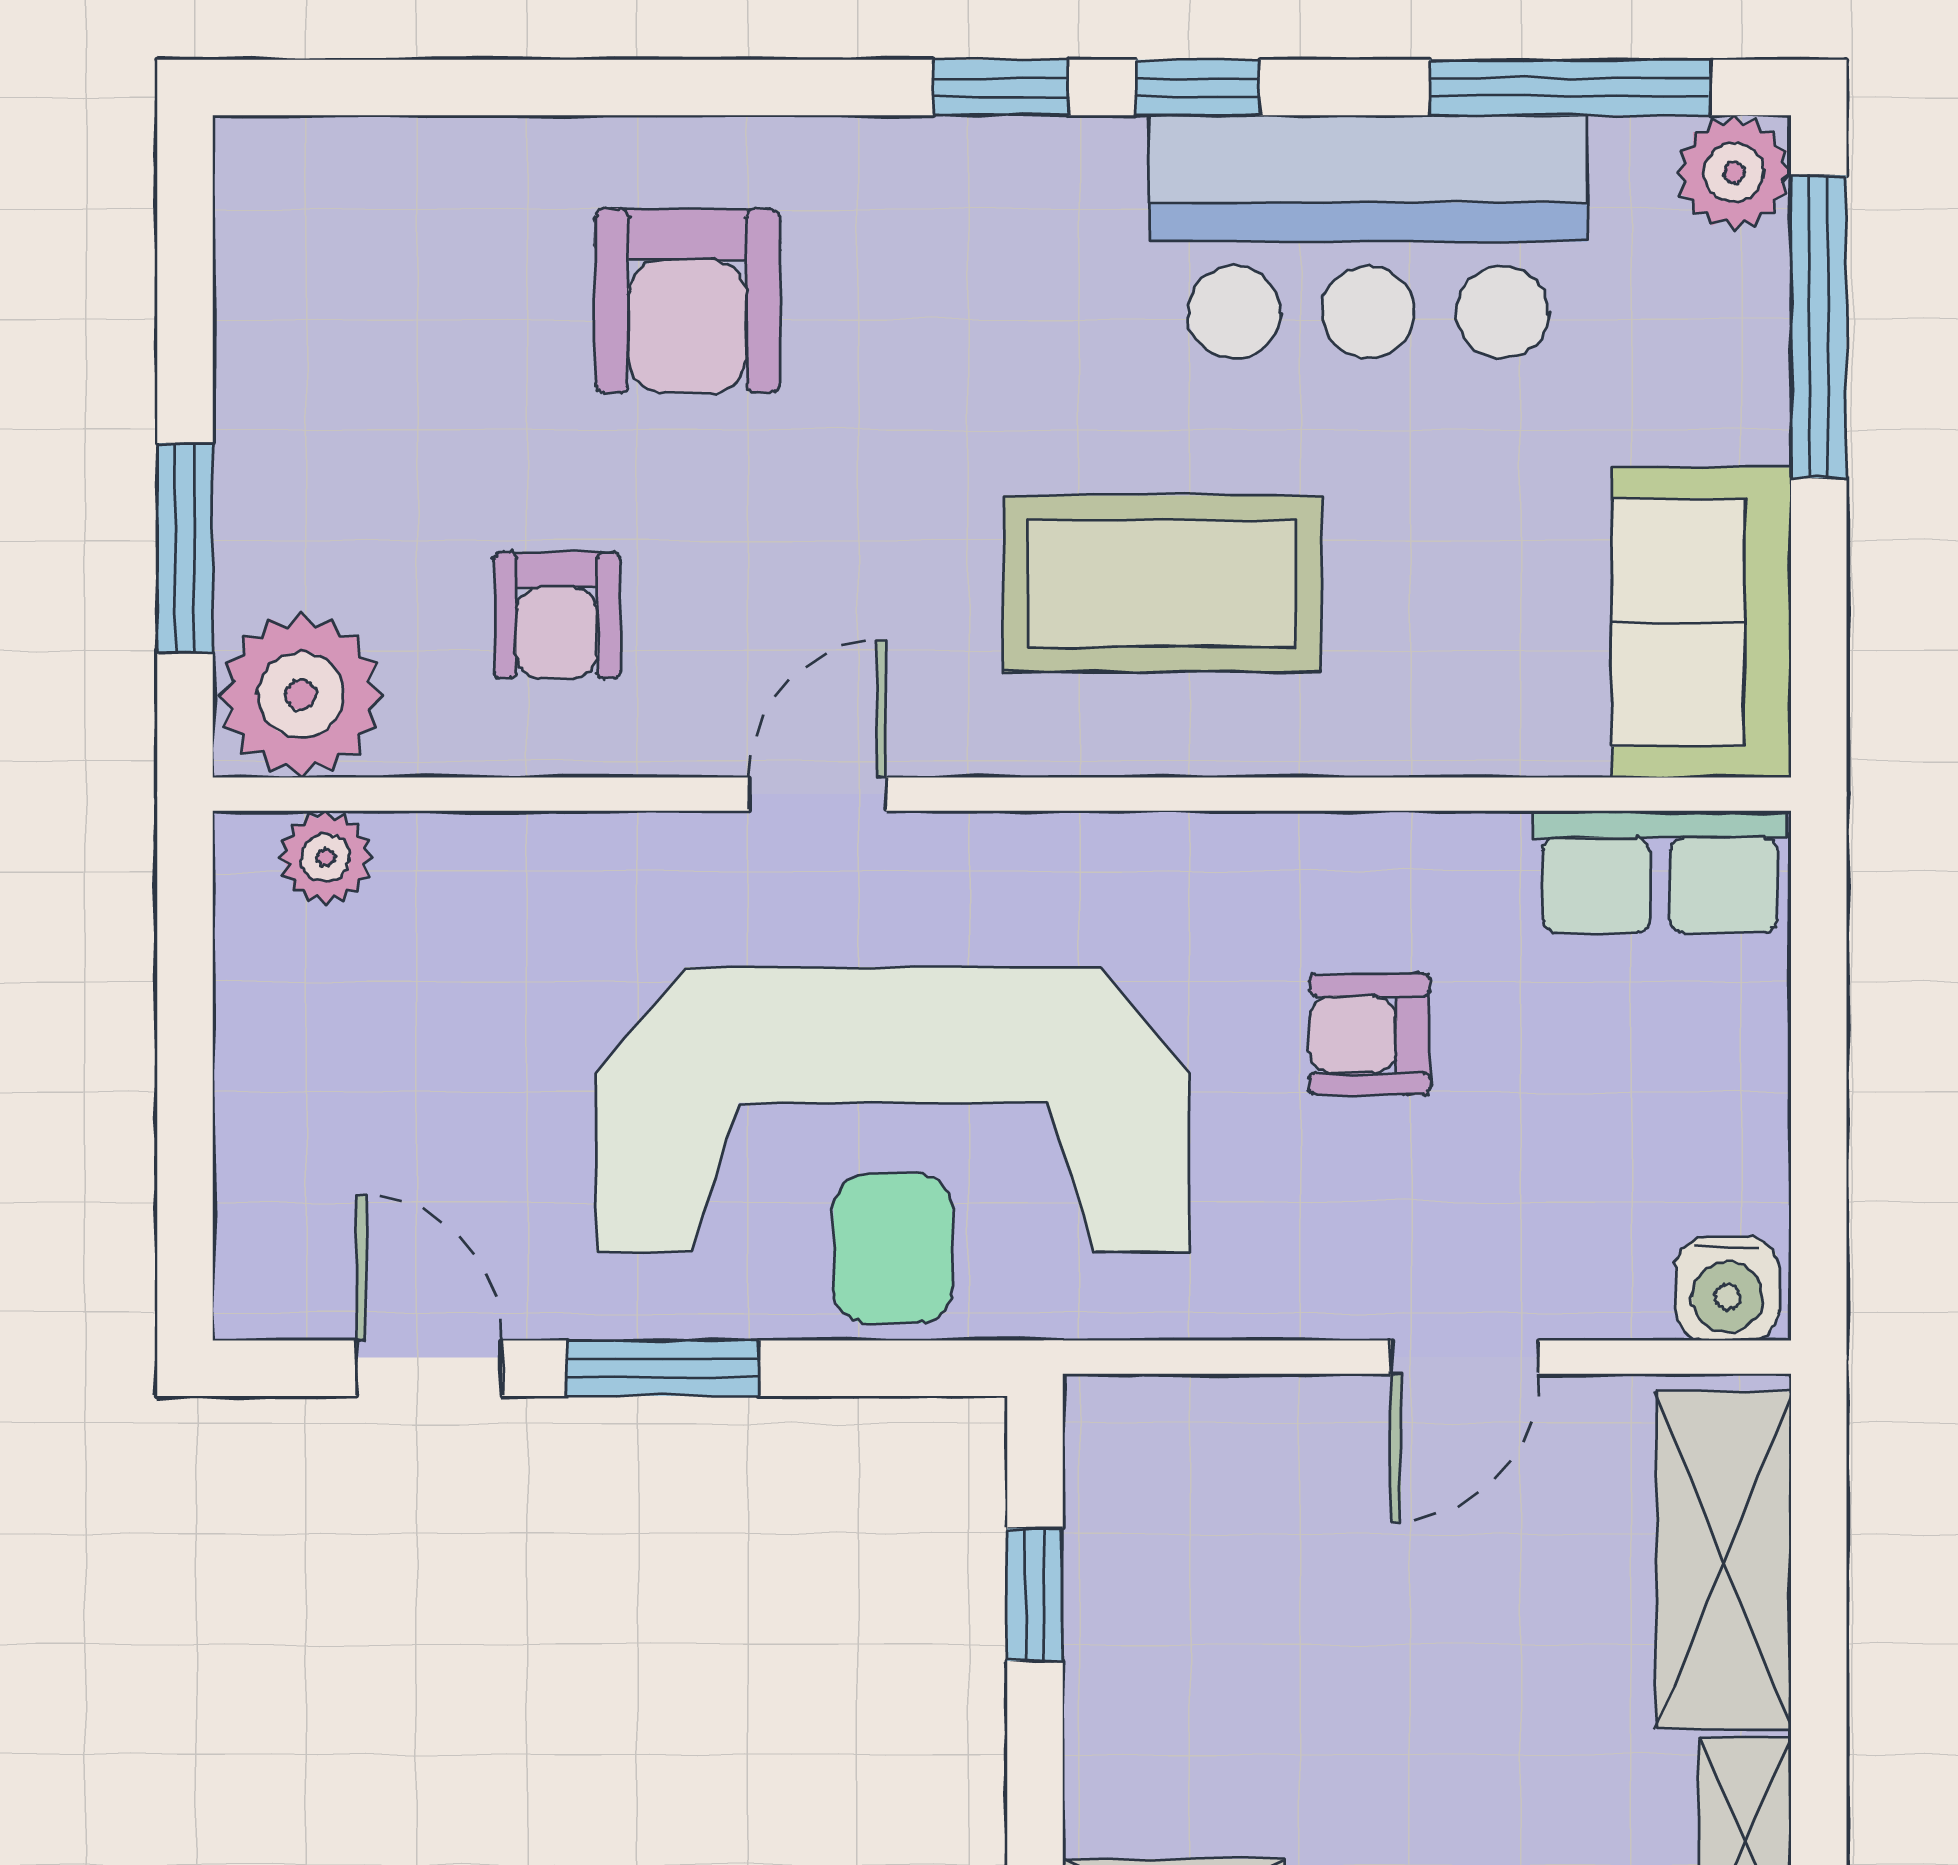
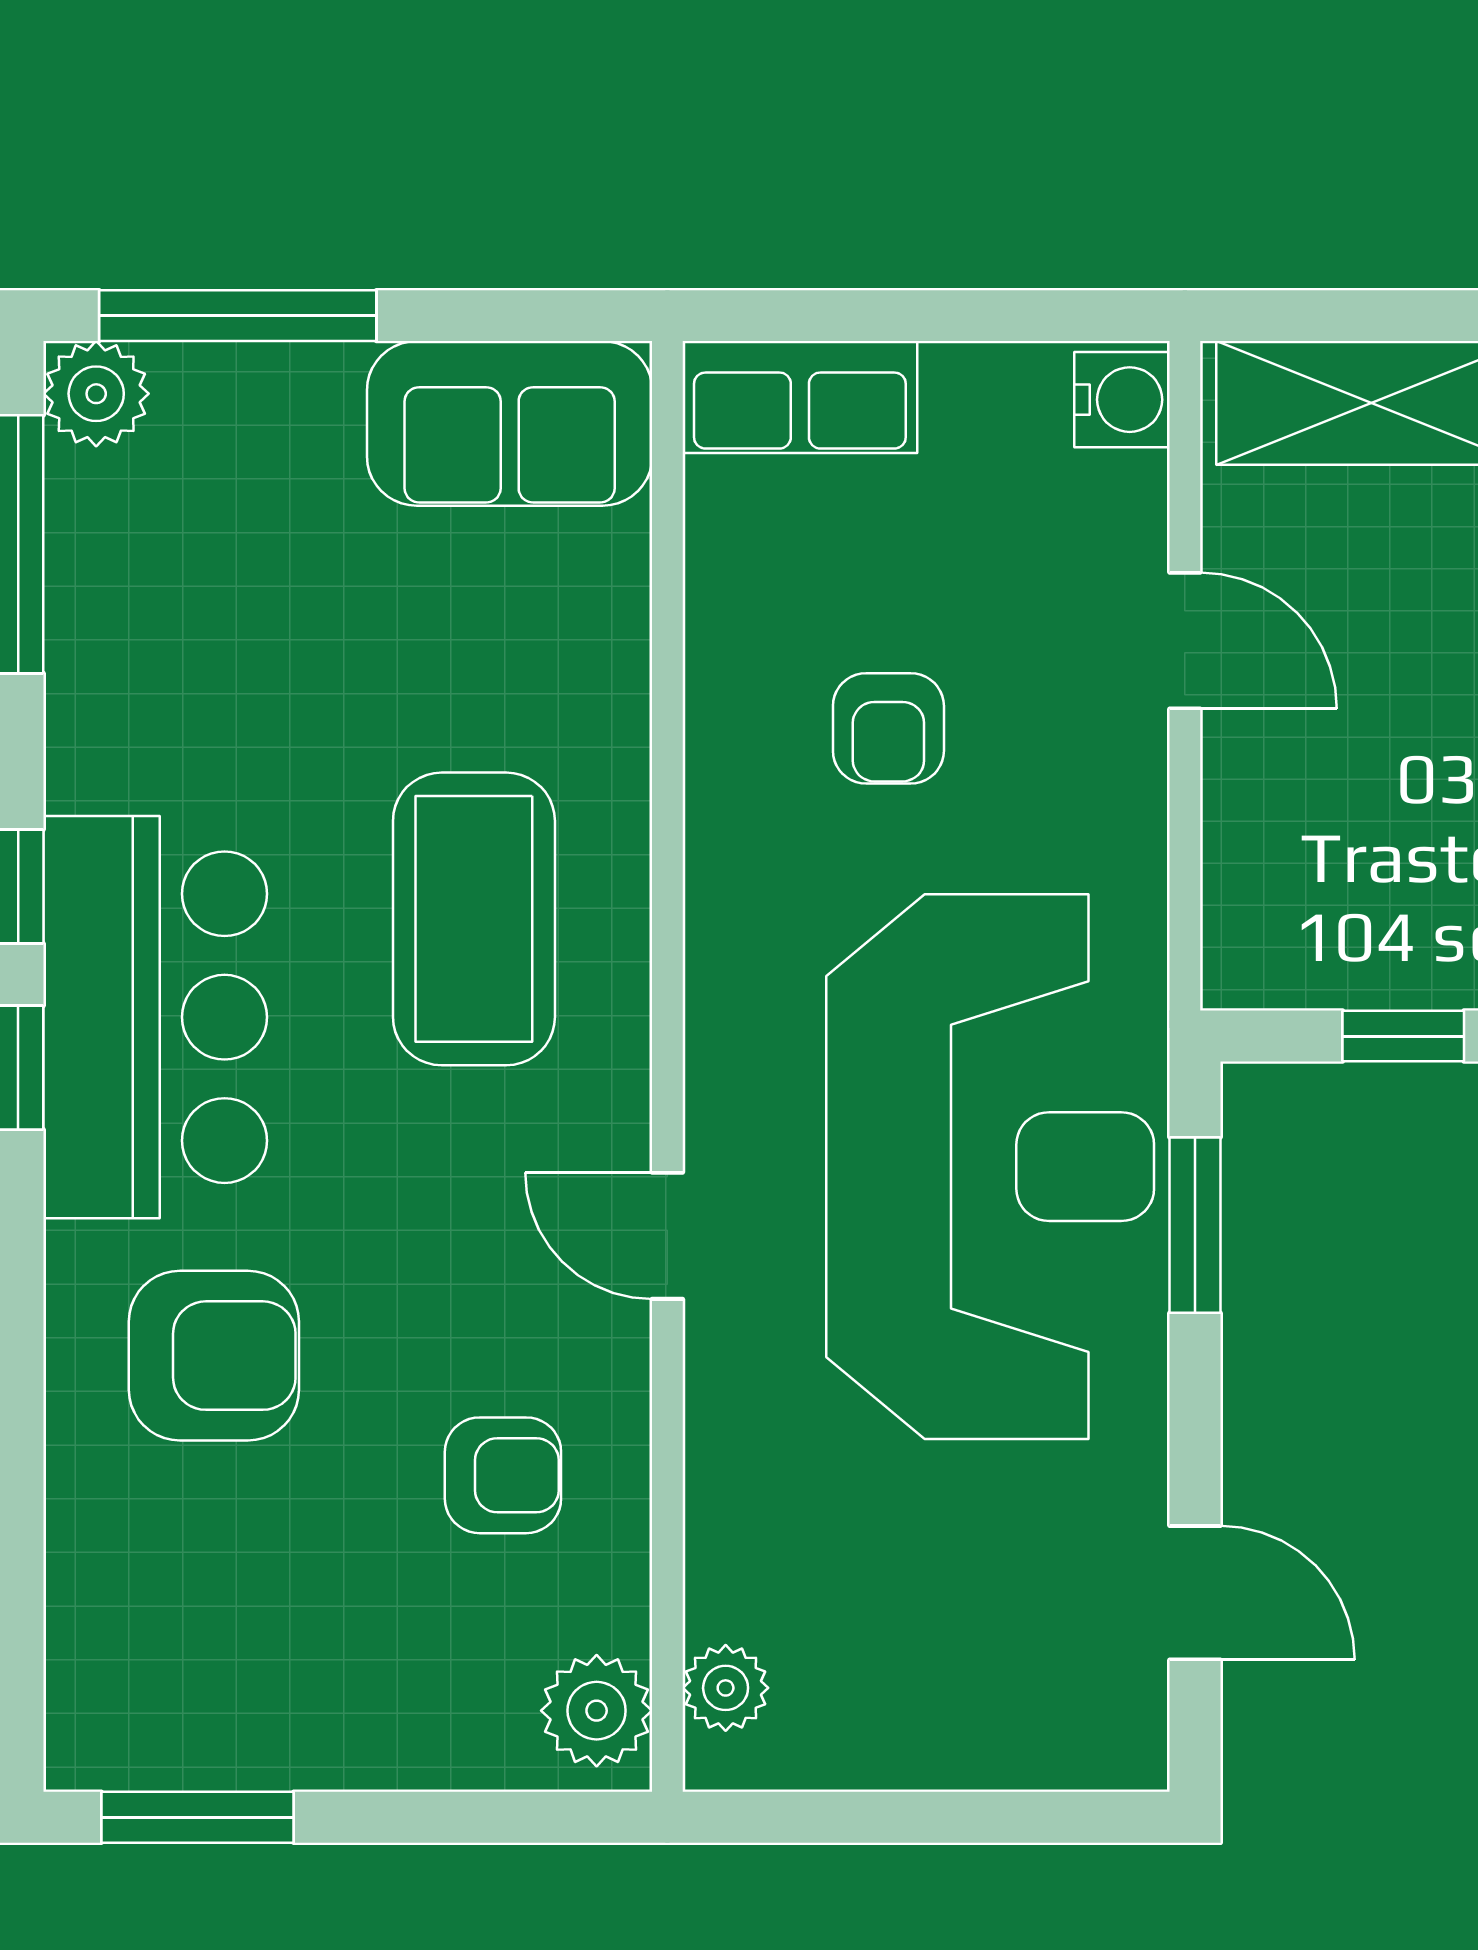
bar counter: (1368, 237) -> (155, 1017), moved
window: (185, 548) -> (197, 1817), moved
plant: (301, 695) -> (597, 1711), width x0.73, depth x0.73
row of seats: (1660, 872) -> (800, 397), moved, turned 90
door: (429, 1368) -> (1195, 1593), swing flipped
window: (663, 1368) -> (1195, 1225), moved

